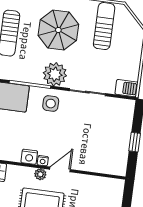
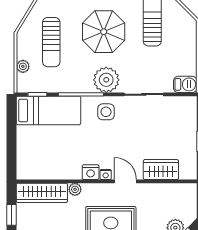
wardrobe: (94, 163) -> (161, 170), added
door: (60, 169) -> (125, 181), hinge flipped
plant: (40, 174) -> (75, 189), moved

